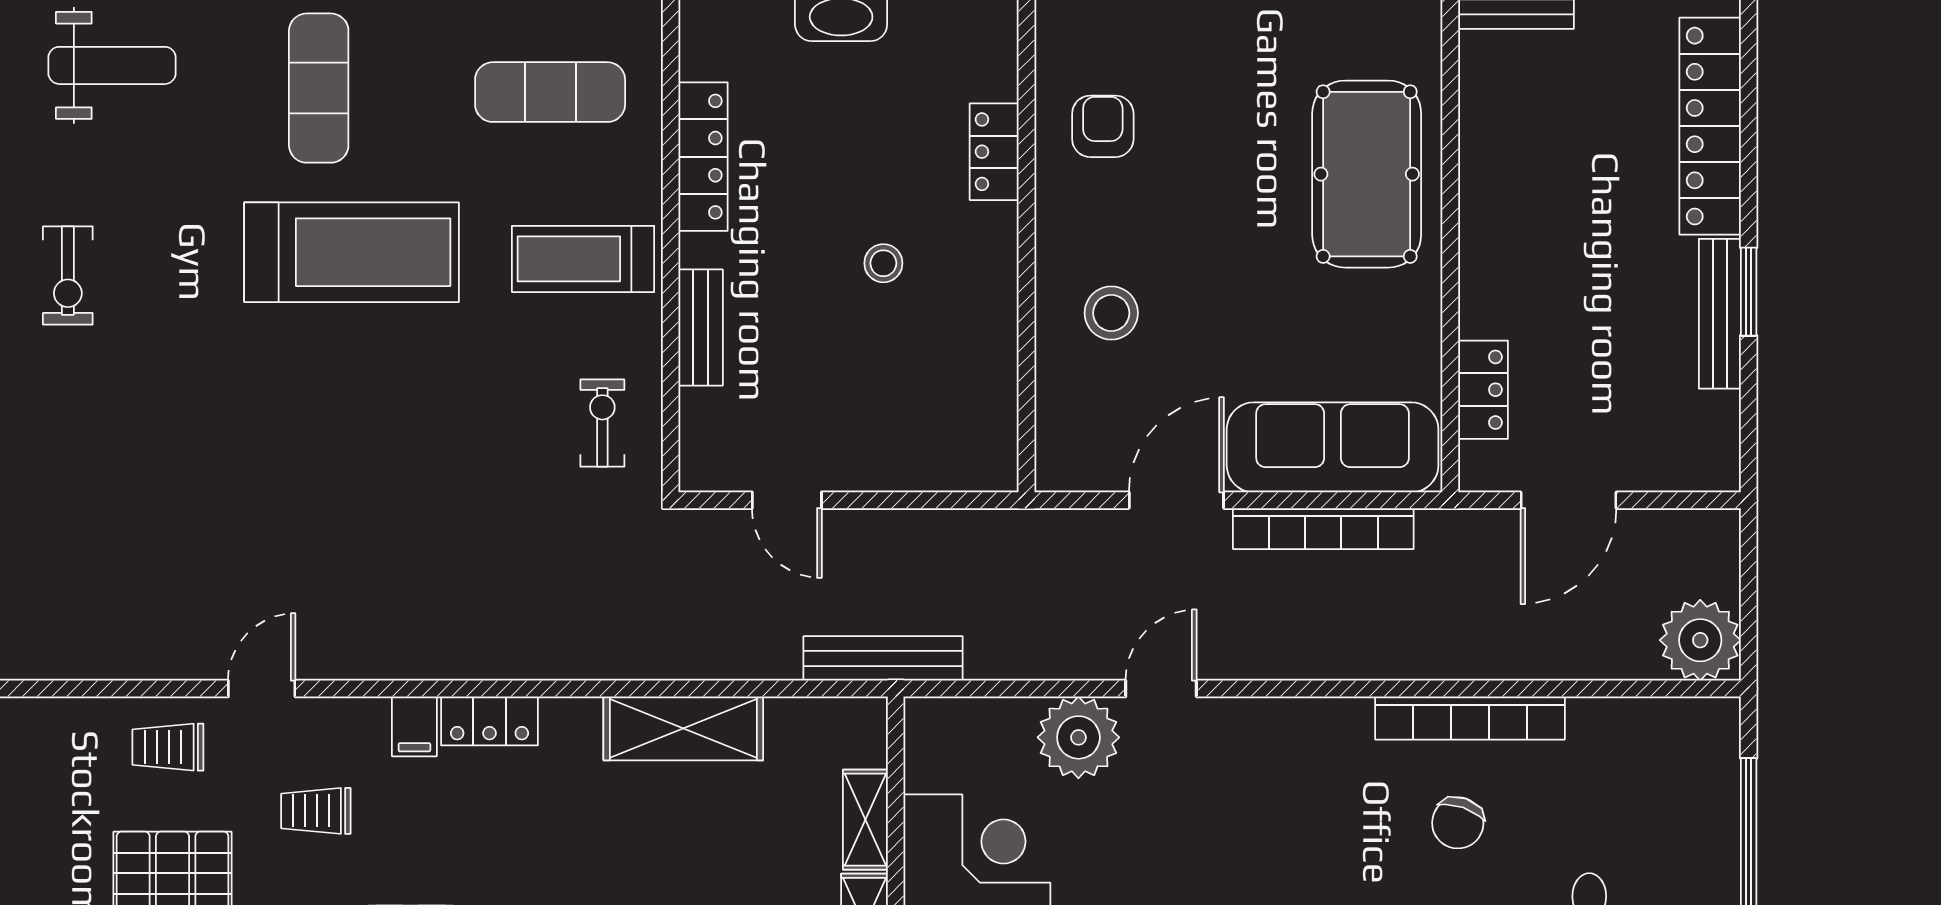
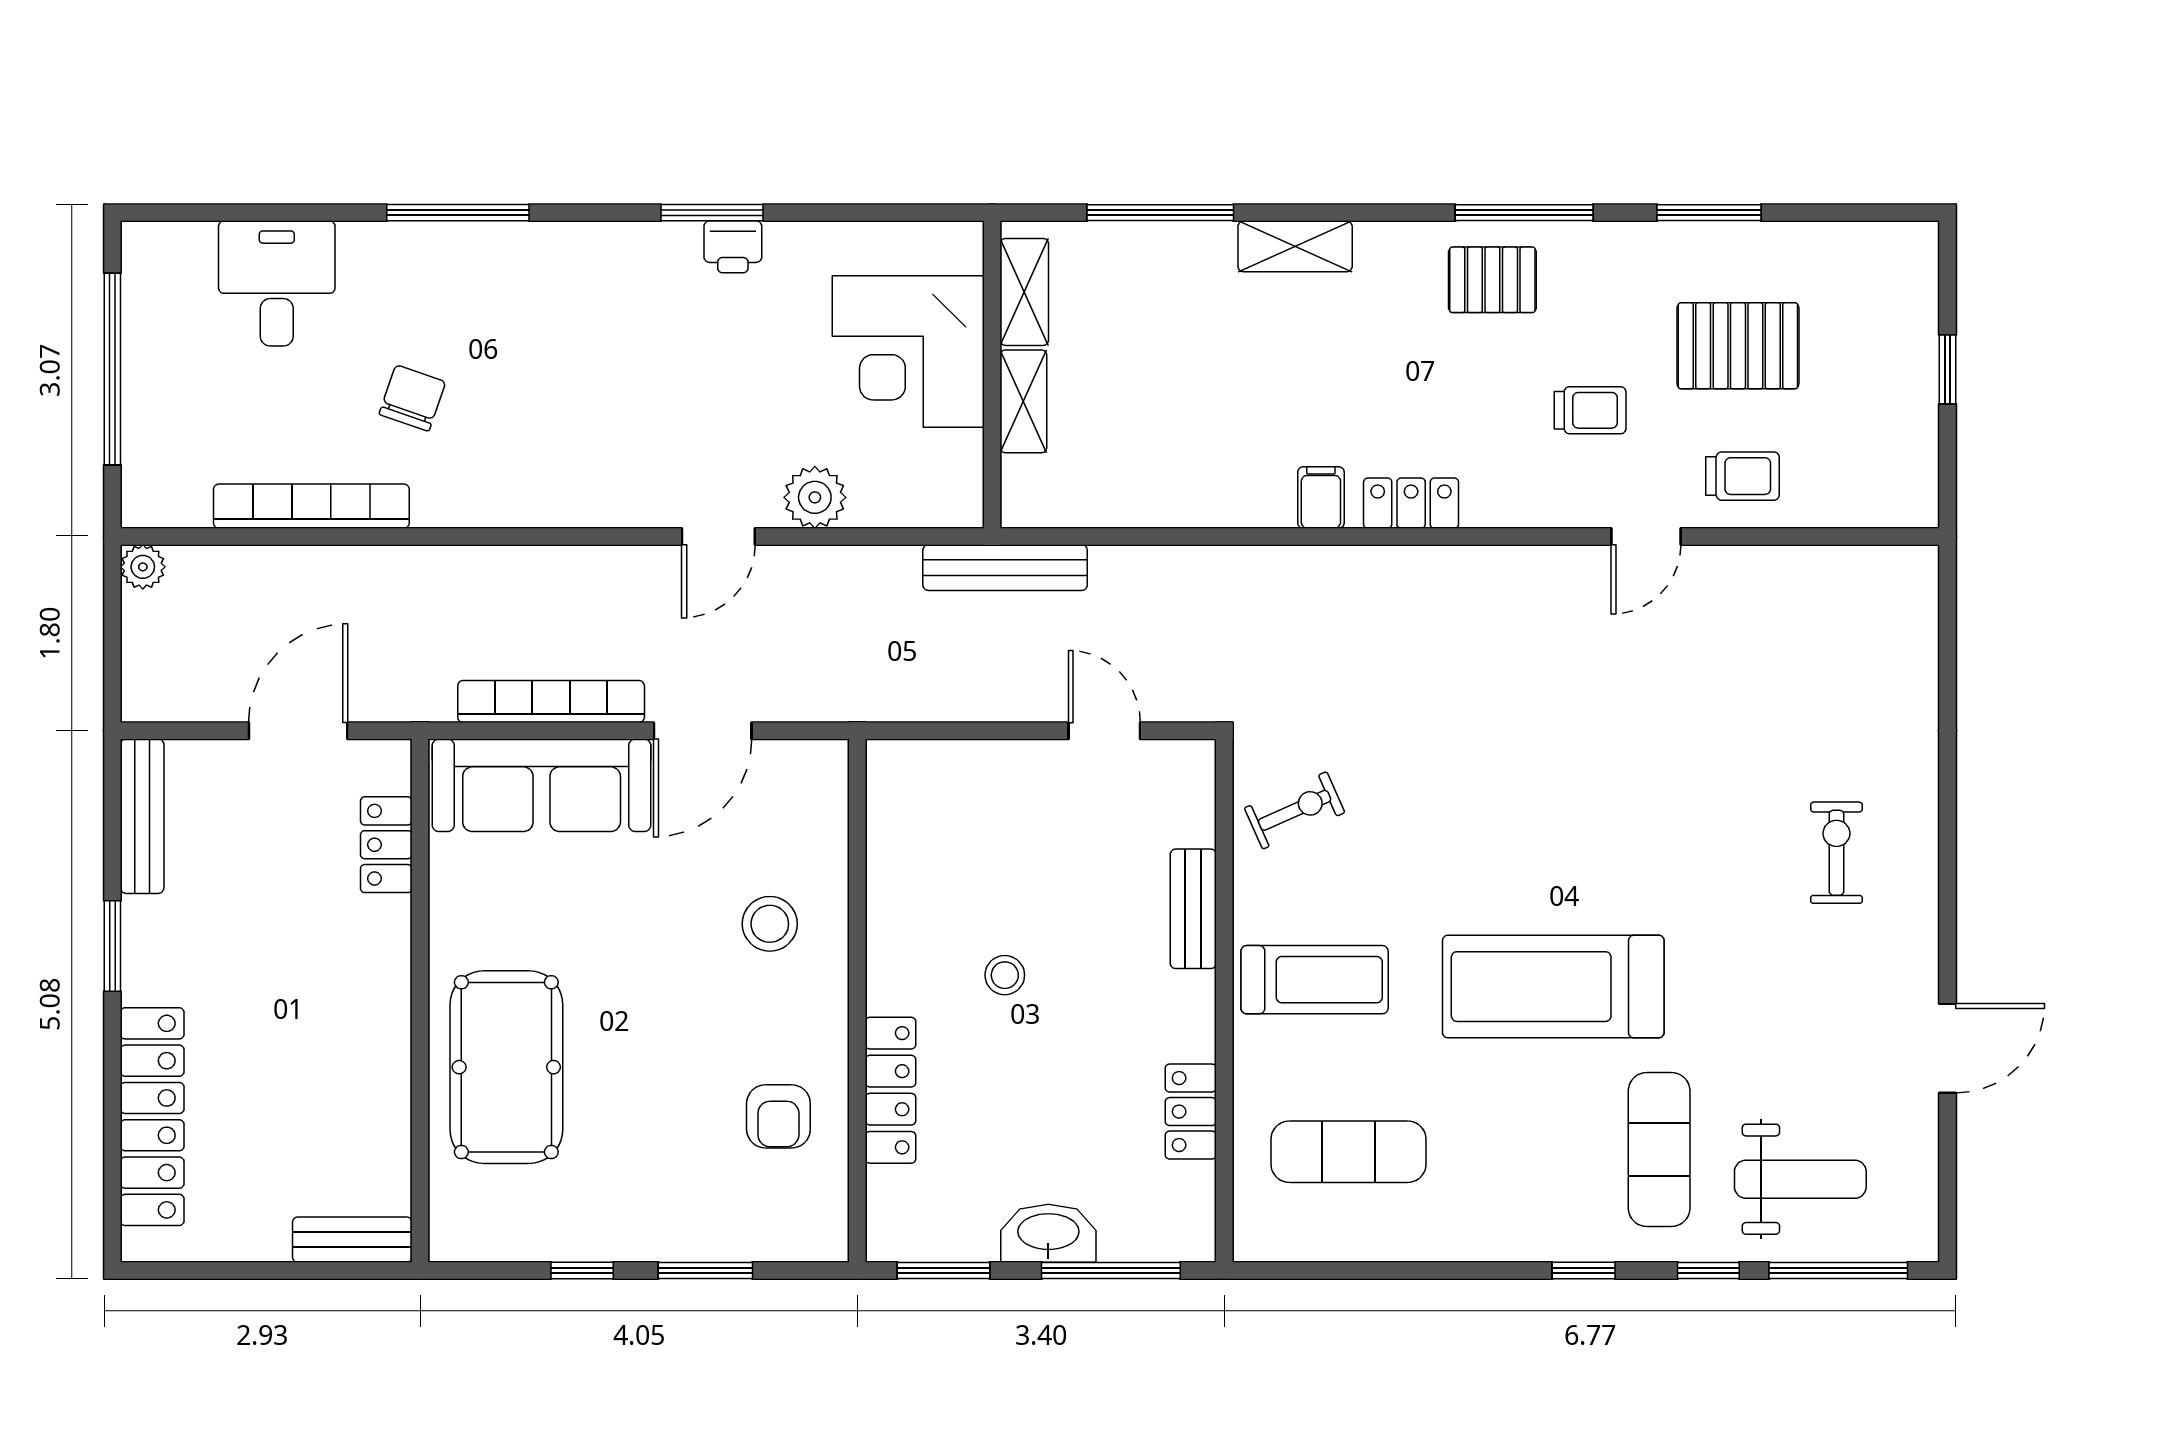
weight bench: (112, 65) -> (1800, 1179), turned 180
exercise mat: (319, 88) -> (1659, 1150), moved
locker: (994, 152) -> (891, 1090), width x1.53
locker: (703, 157) -> (1191, 1112), width x0.66
exercise bike: (68, 276) -> (1836, 853), moved
bench: (1720, 314) -> (142, 816), moved
exercise bike: (602, 423) -> (1295, 810), turned -114
plant: (1700, 640) -> (143, 567), width x0.53, depth x0.53
bookcase: (1470, 718) -> (311, 506), moved
filing cabinet: (414, 726) -> (1321, 498), moved
shelving: (683, 728) -> (1211, 495), removed
plant: (1078, 737) -> (815, 497), width x0.73, depth x0.73

